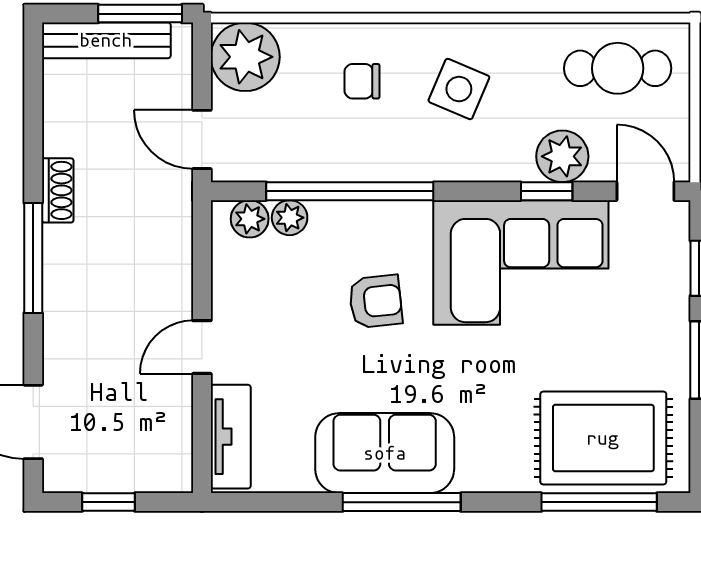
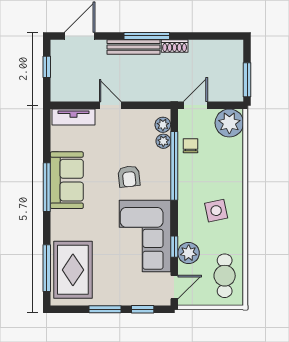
bench: (106, 40) -> (133, 47), moved, turned 90
chair: (362, 81) -> (190, 146), moved
side table: (459, 89) -> (216, 211), turned -35

